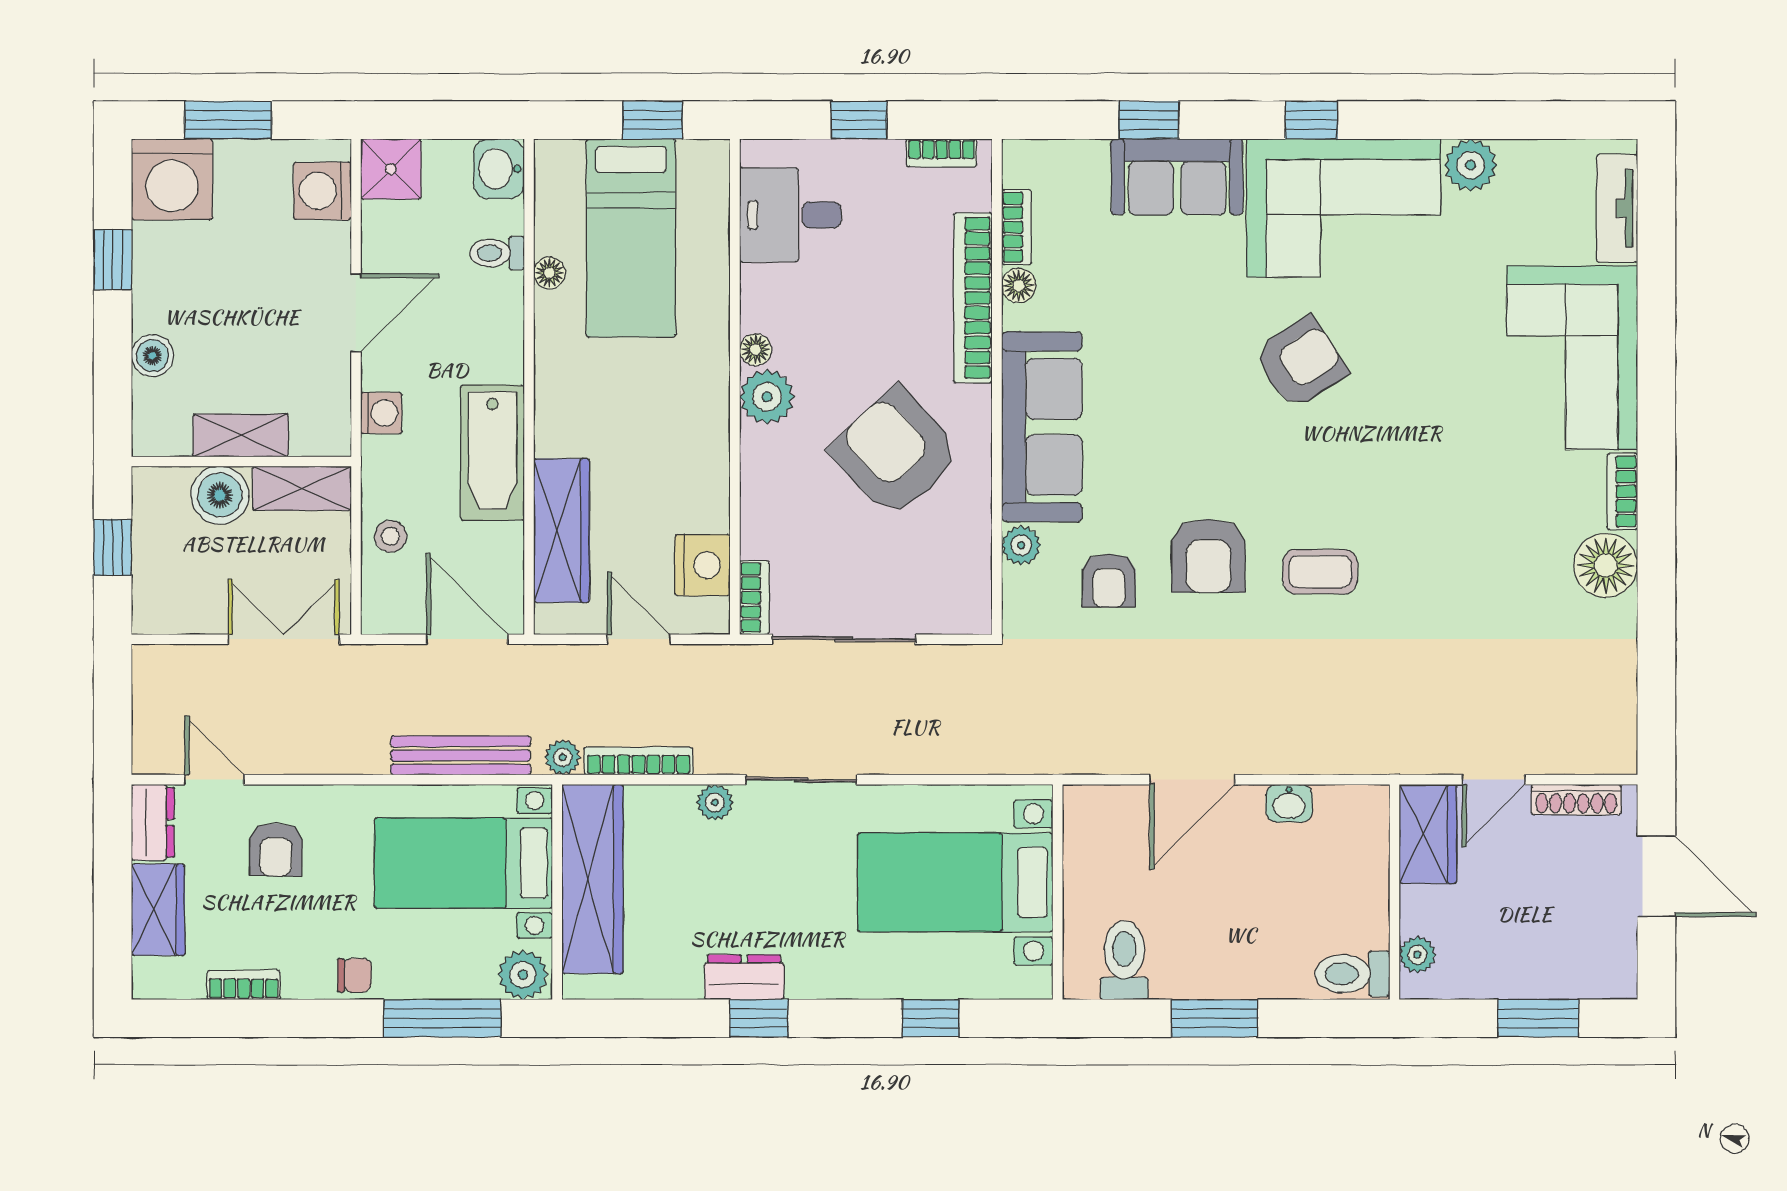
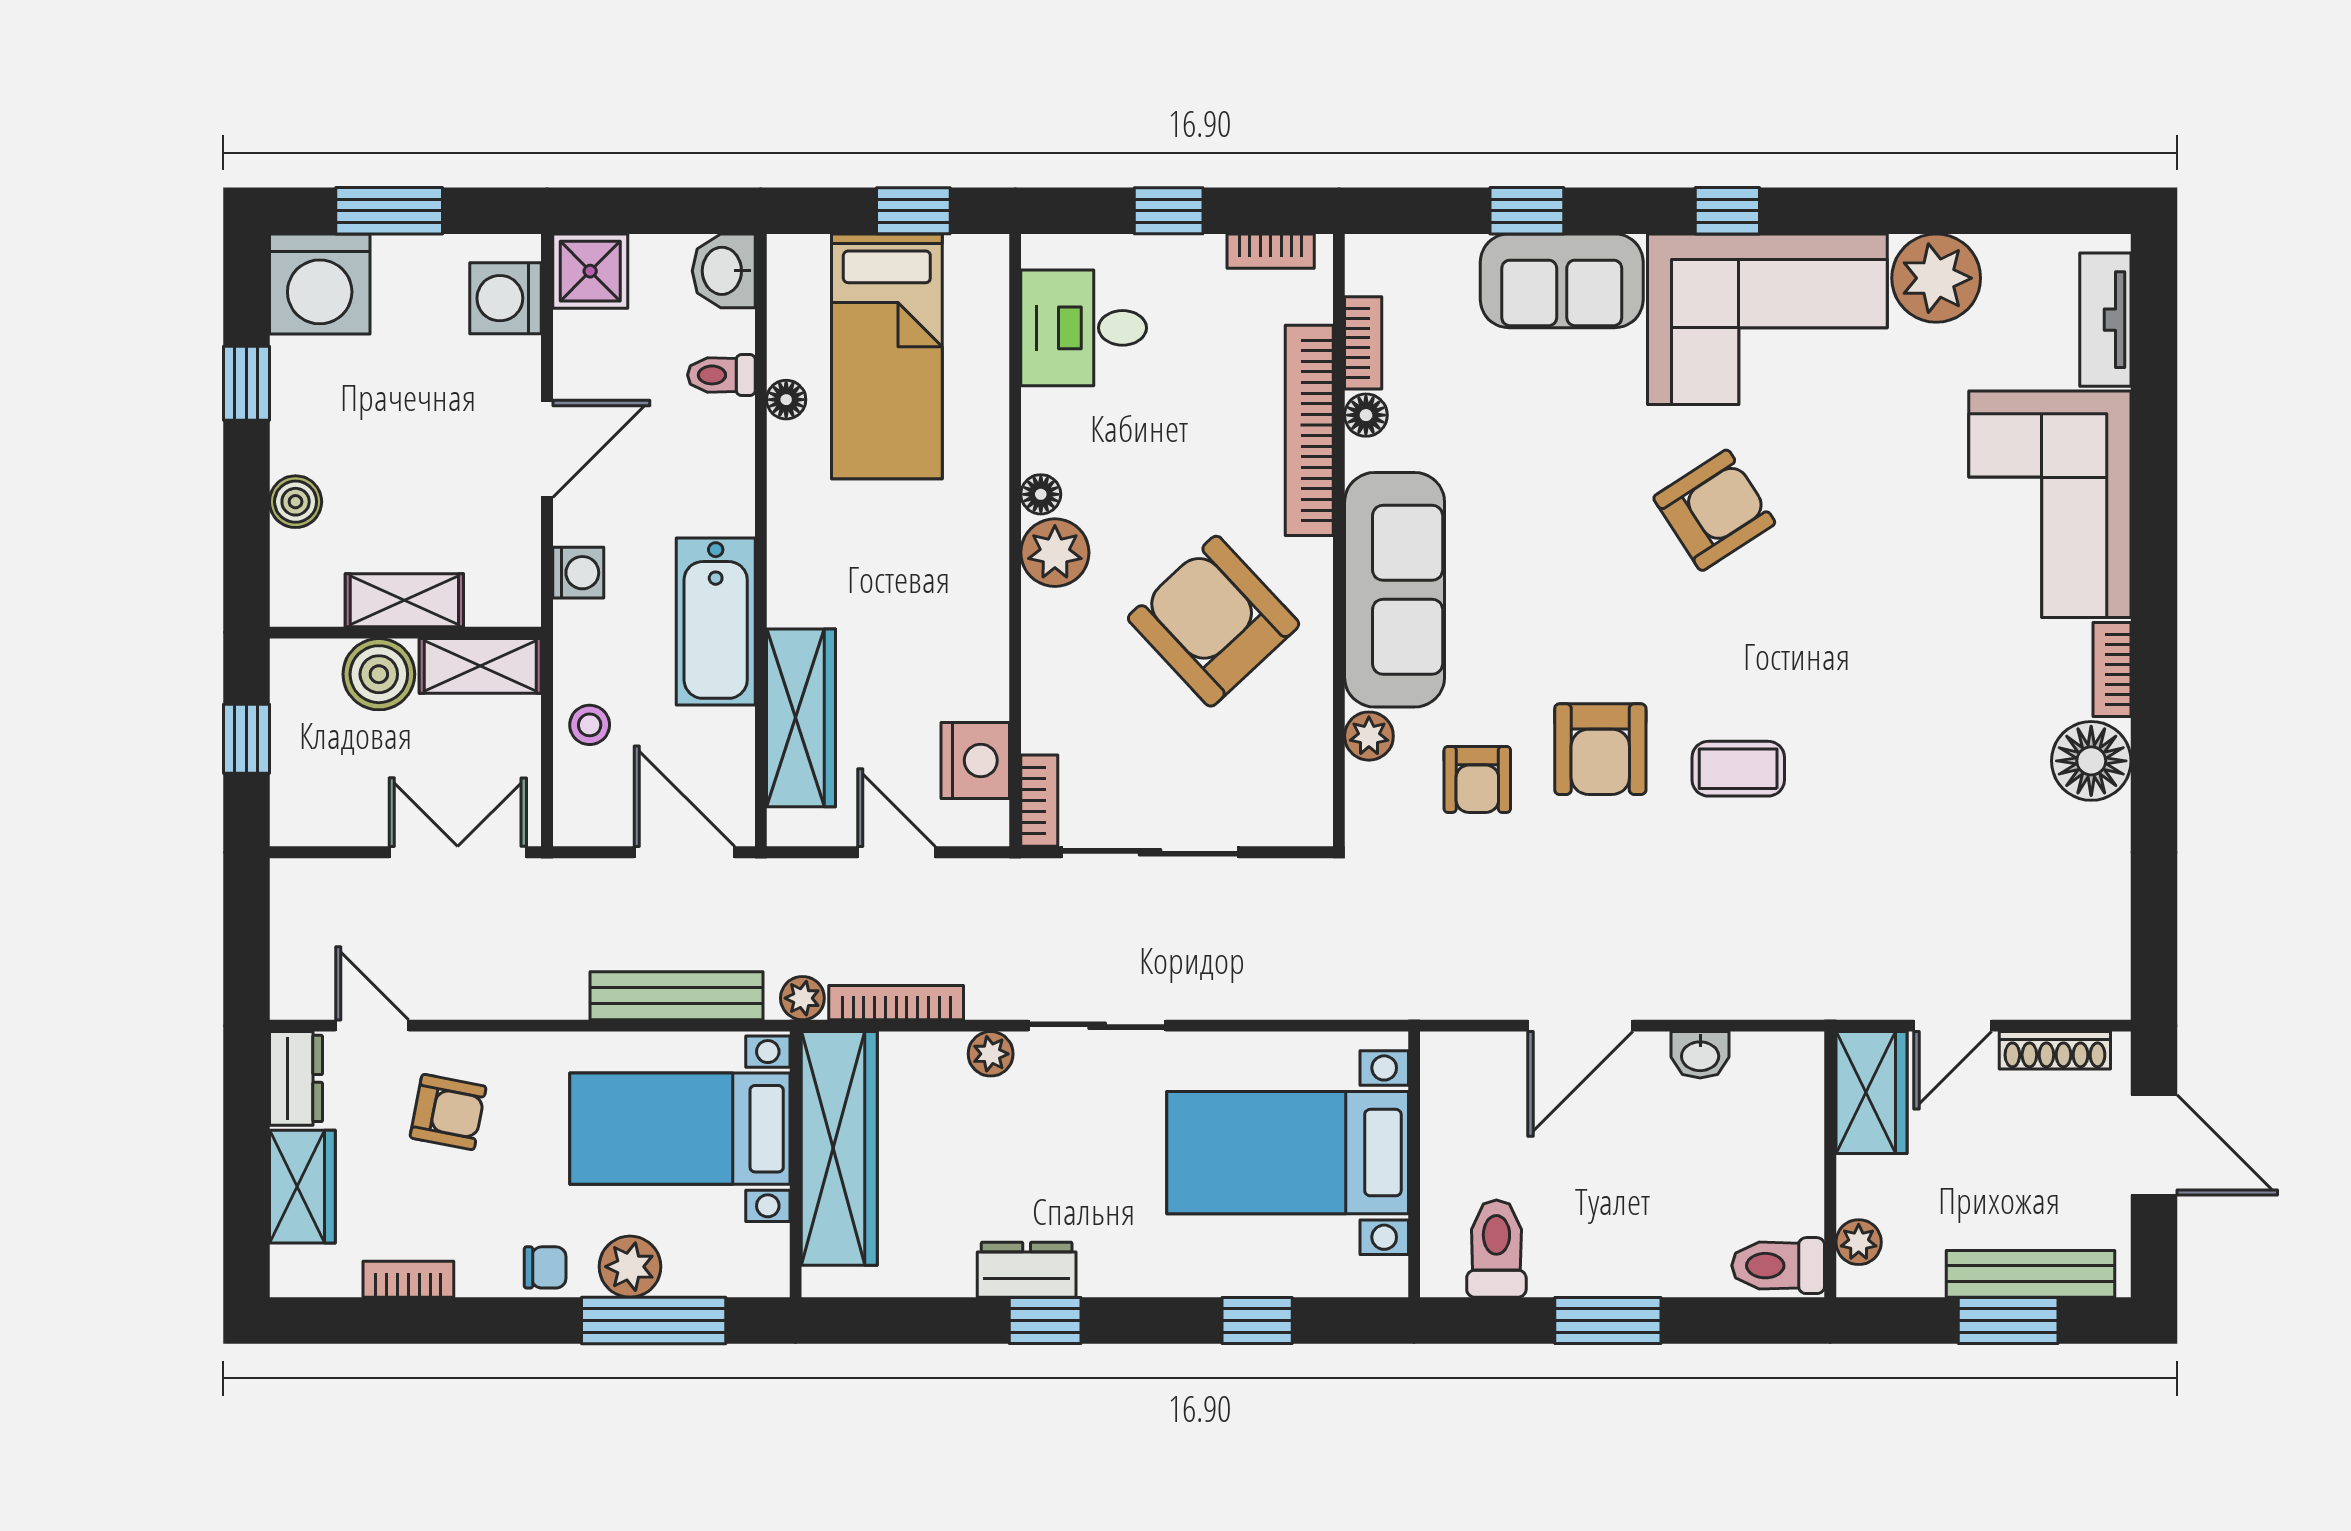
plant: (1471, 165) -> (1936, 278), width x1.36, depth x1.36
armchair: (276, 850) -> (448, 1112), turned -80
plant: (523, 975) -> (630, 1267), moved
bench: (1557, 980) -> (2031, 1274), added

